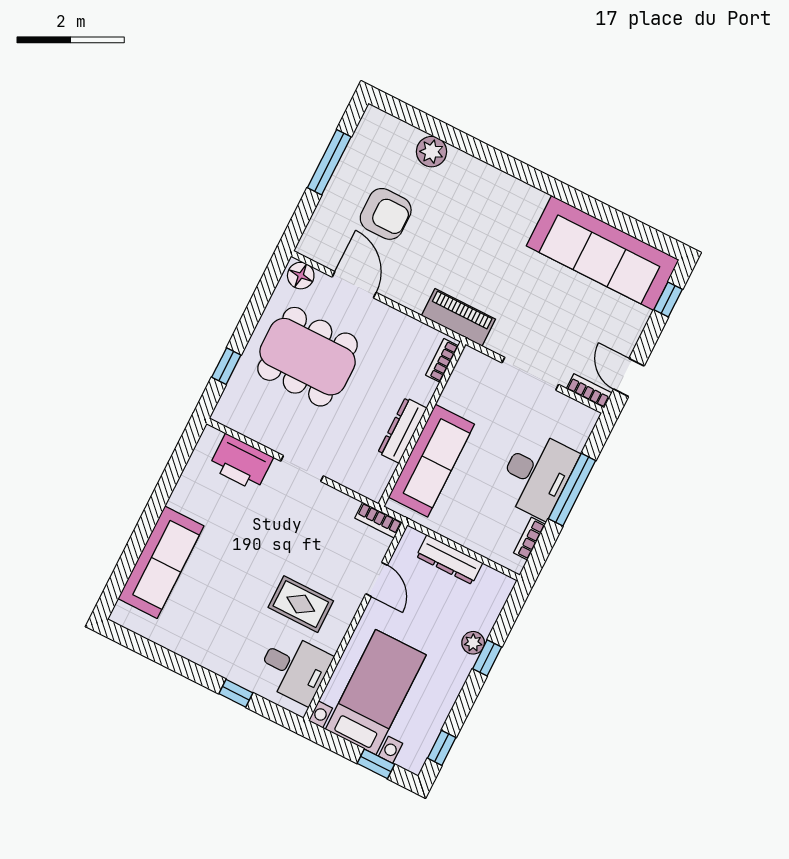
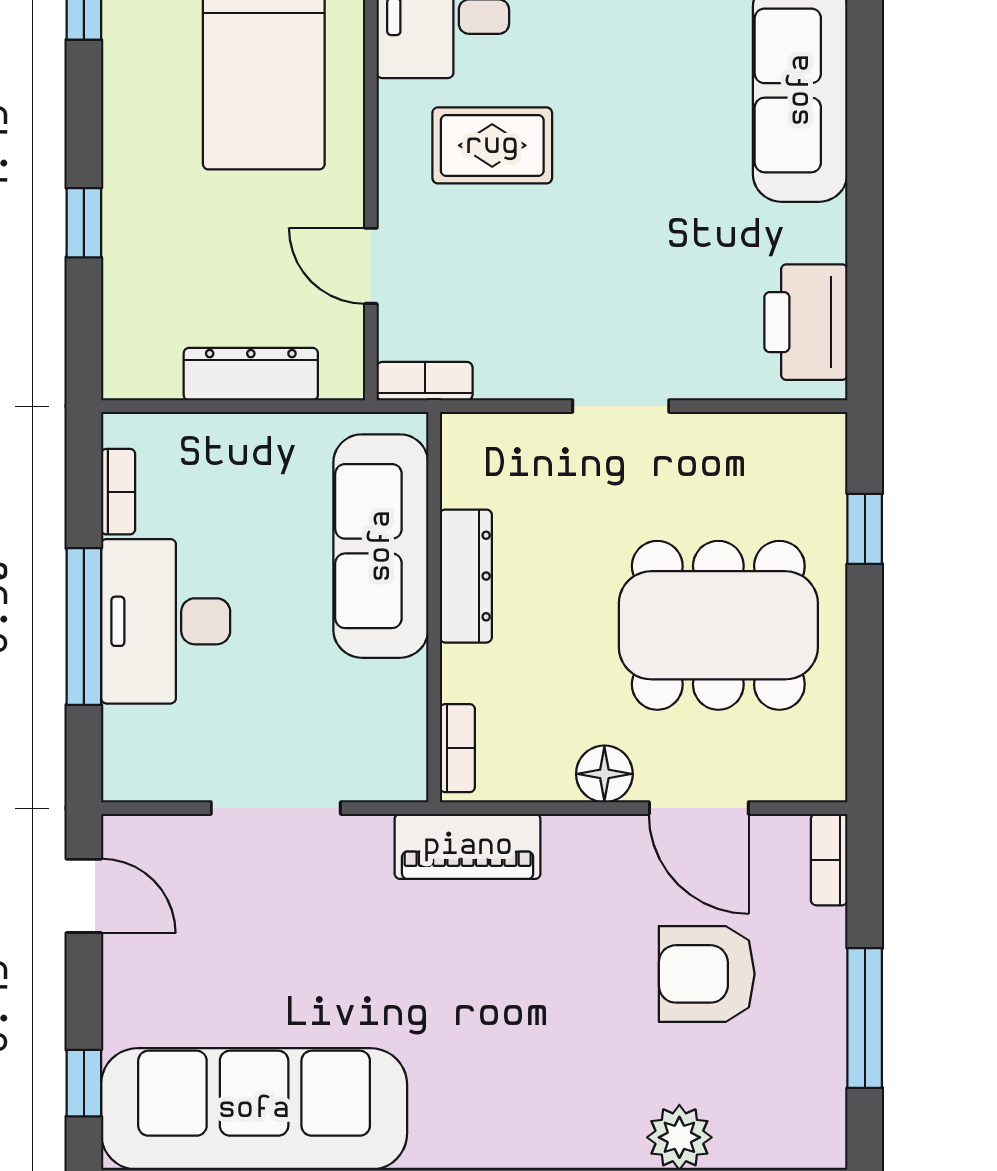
floor lamp: (301, 276) -> (604, 774), moved
bookcase: (589, 391) -> (829, 860), moved, turned 90
printer: (241, 462) -> (806, 322), moved, turned -90
plant: (473, 643) -> (125, 238), removed

